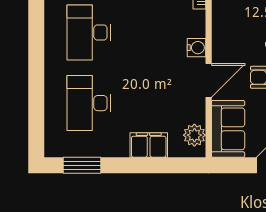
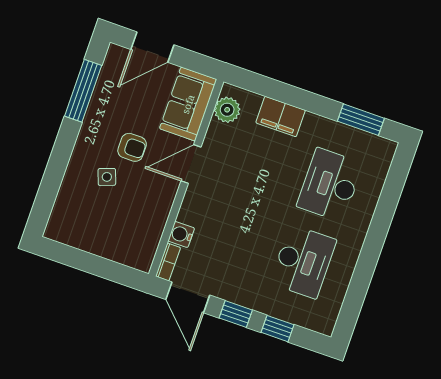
water cooler: (196, 48) -> (181, 234), moved
desk: (89, 103) -> (330, 185), turned 180

